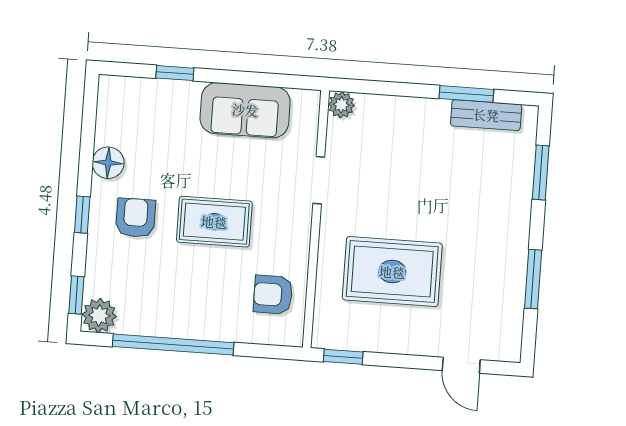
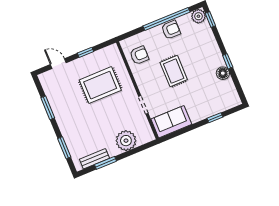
plant: (341, 105) -> (126, 141), moved, width x1.87, depth x1.87
sofa: (245, 110) -> (171, 122), moved
window: (82, 215) -> (228, 61), moved
armchair: (136, 218) -> (171, 30), moved, turned -90
rug: (214, 222) -> (174, 71), turned 90
window: (343, 357) -> (86, 52), moved

